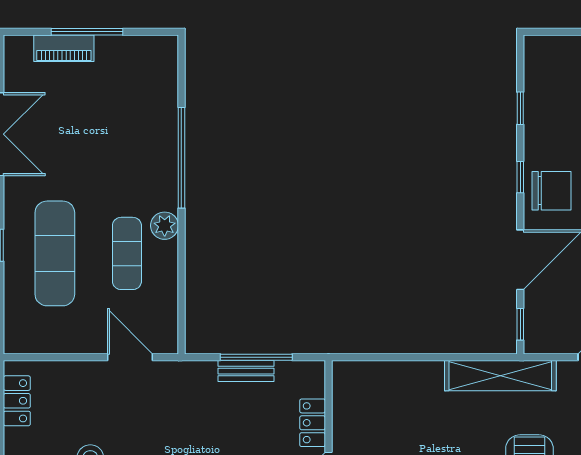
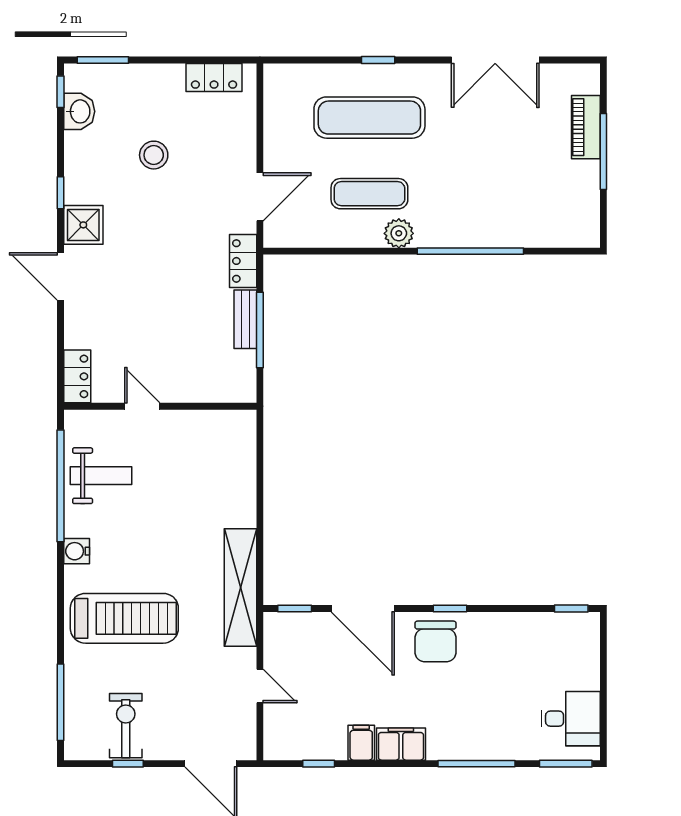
window: (520, 108) -> (571, 608), moved
locker: (313, 423) -> (243, 261), moved, turned -90

